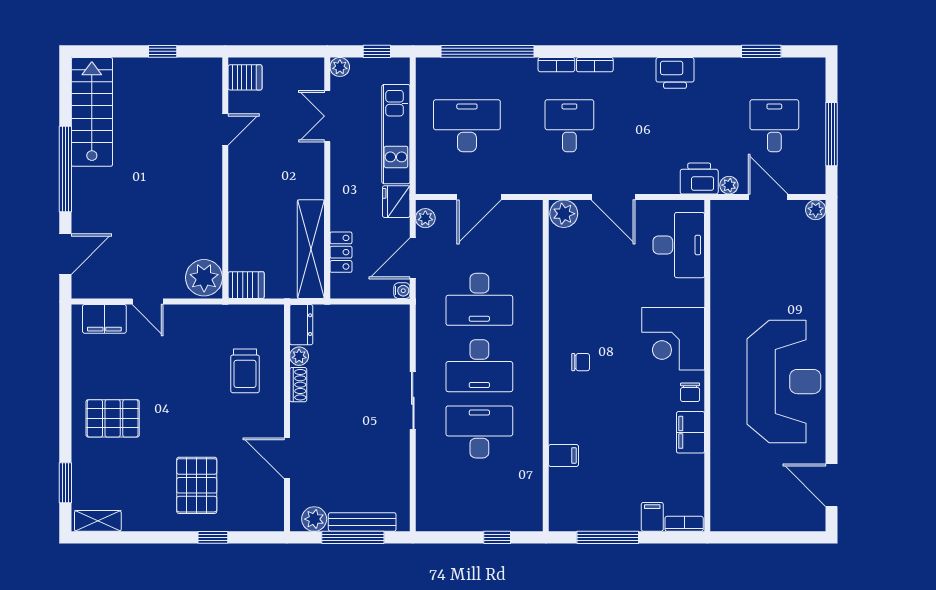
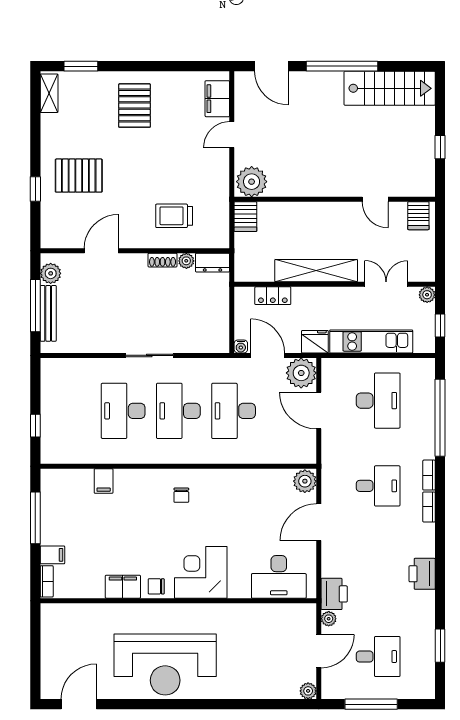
plant: (425, 218) -> (301, 373), width x1.88, depth x1.88
shelving: (311, 249) -> (316, 271), moved
desk: (479, 432) -> (123, 411), turned 180

